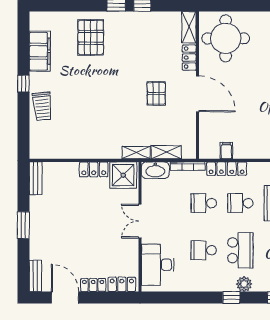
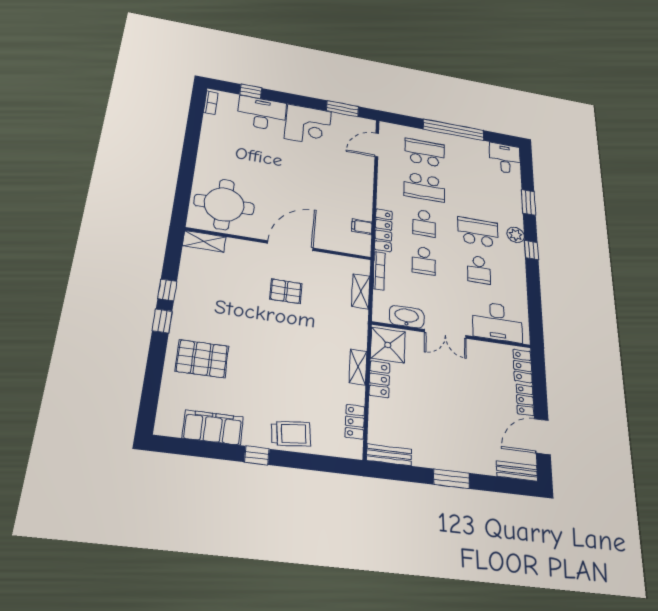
locker: (189, 58) -> (355, 422), moved, turned 90
shelving: (136, 153) -> (358, 367), moved
washbasin: (155, 170) -> (407, 317), moved, turned -90

